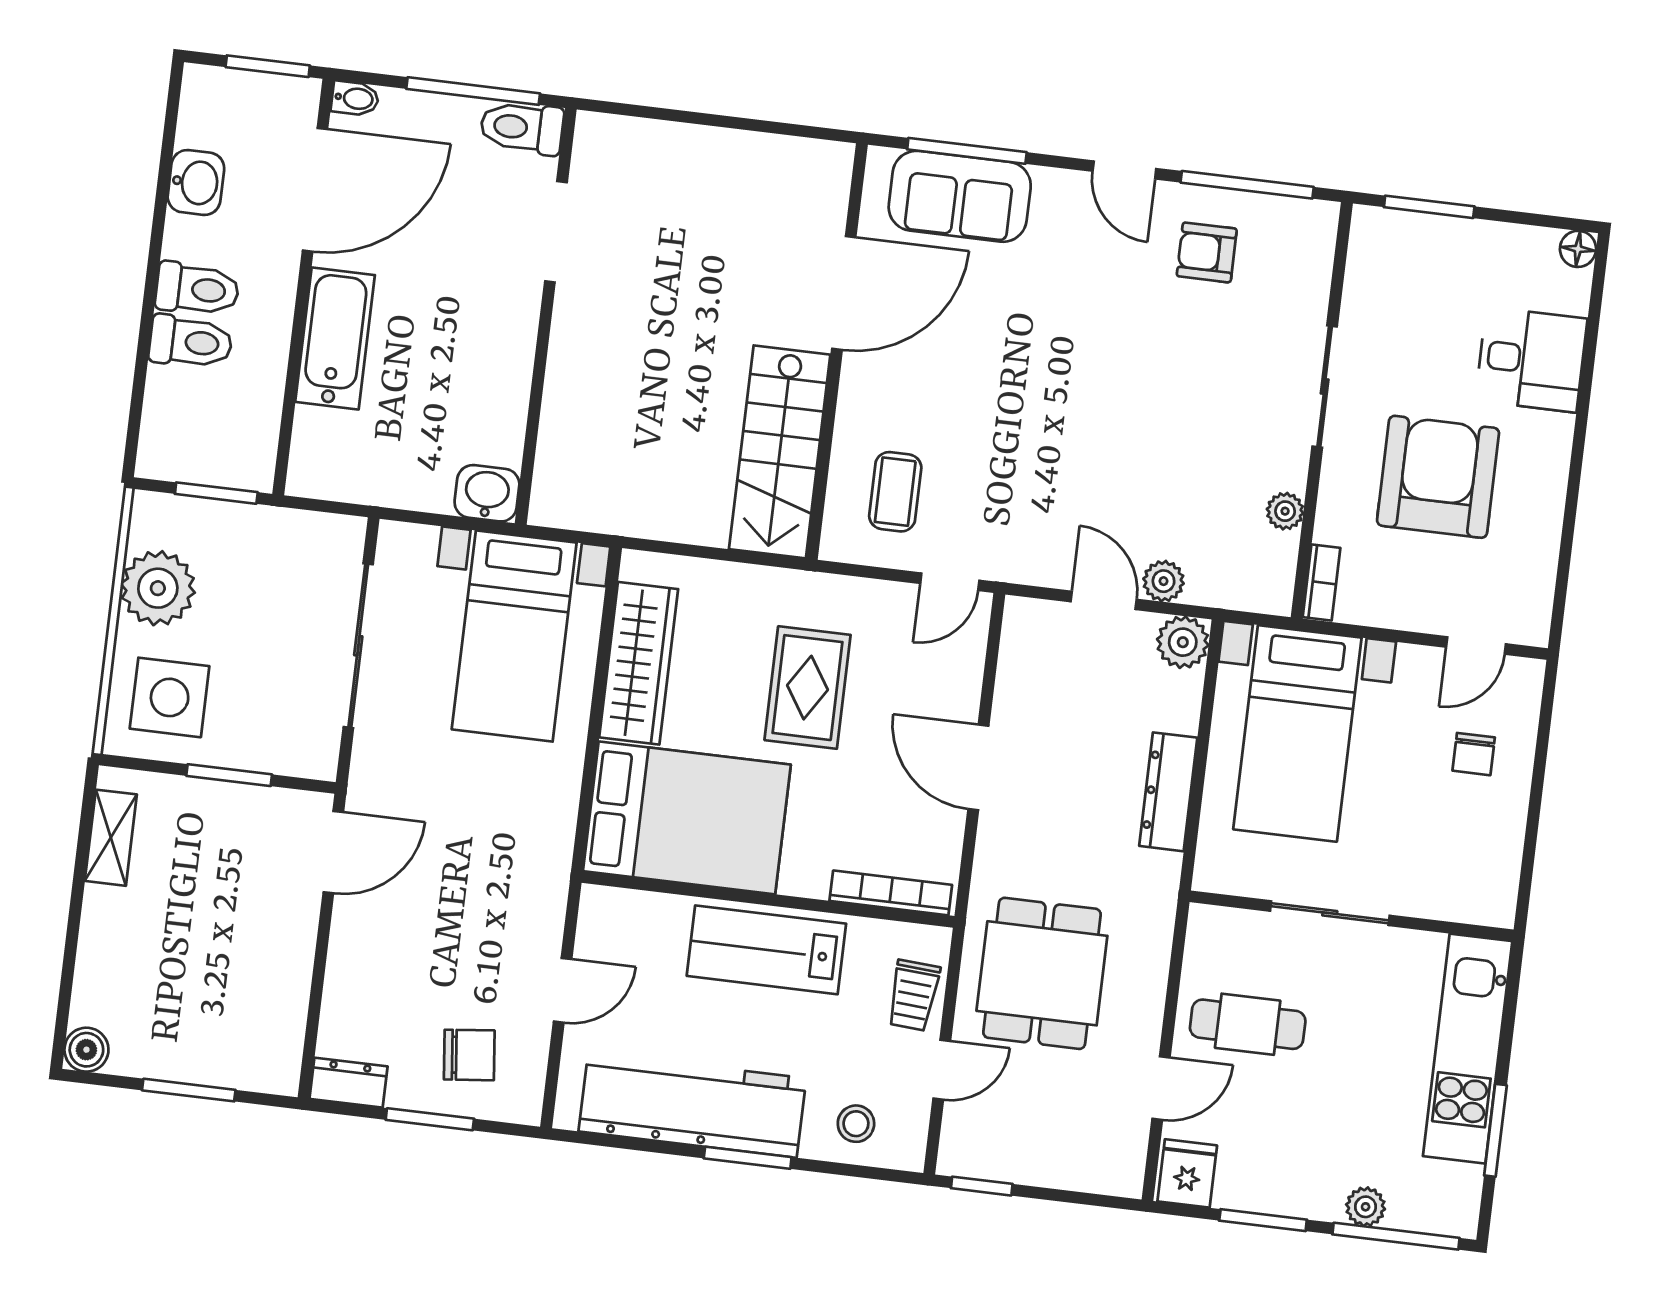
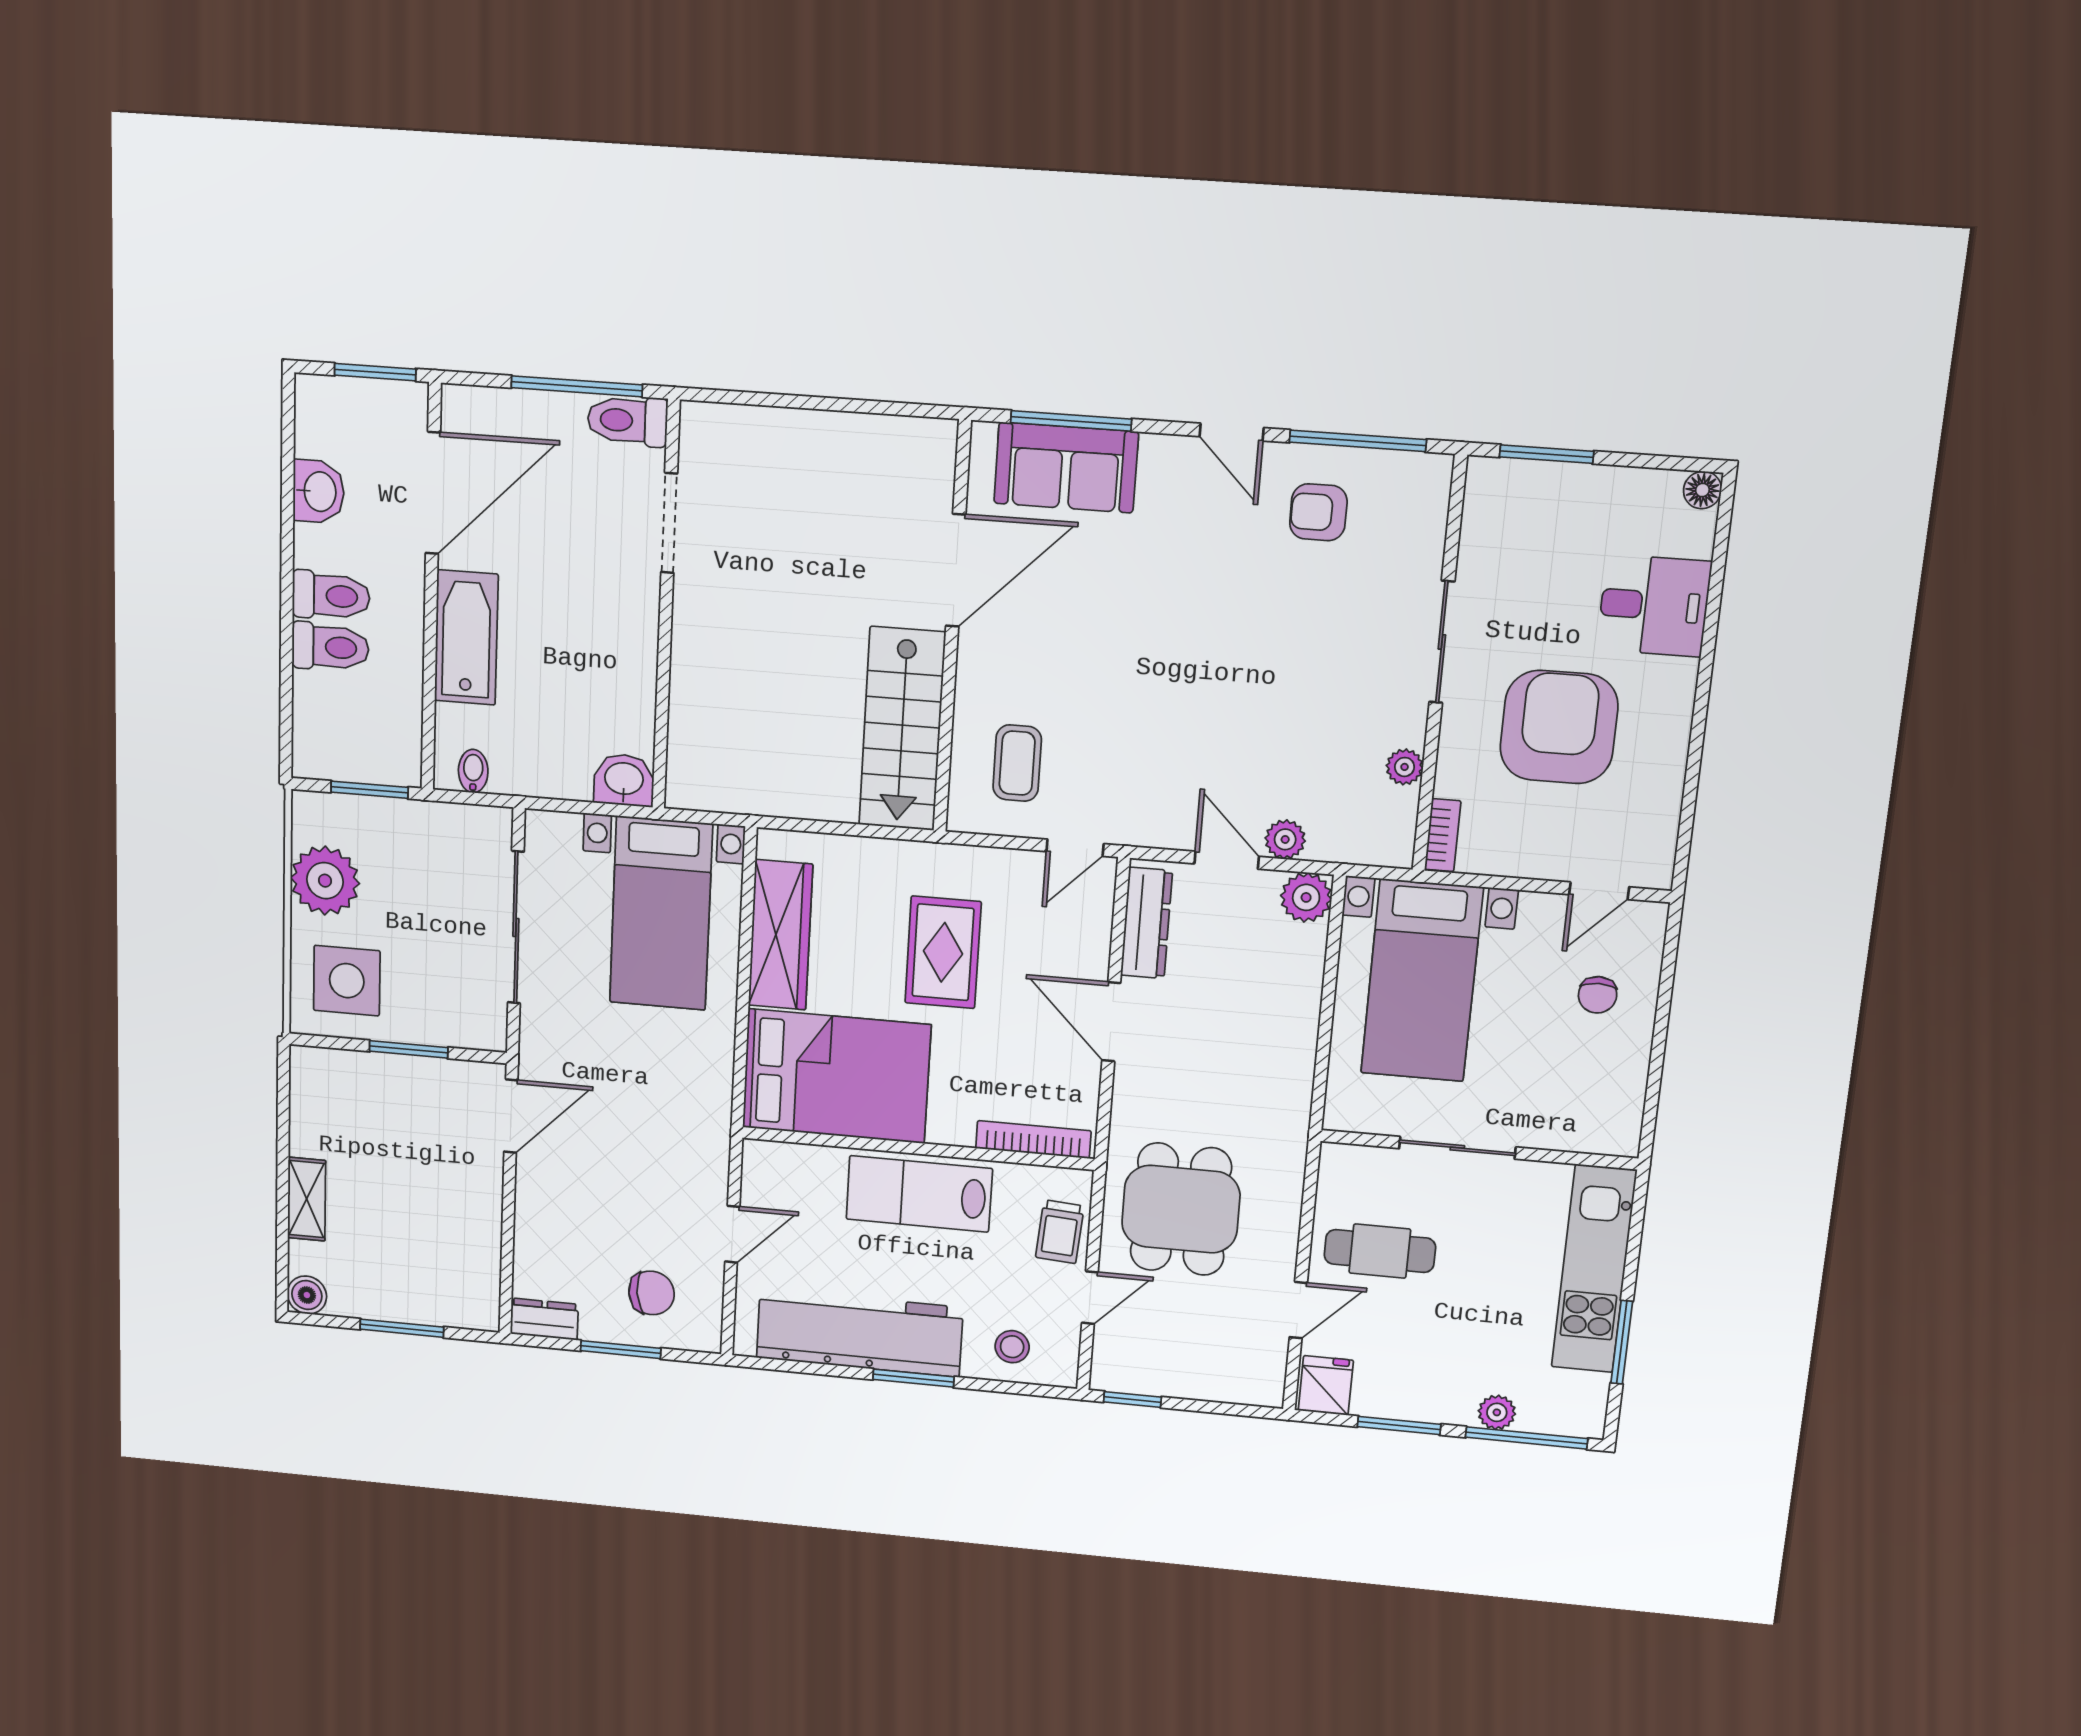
bidet: (355, 98) -> (473, 771), moved, turned -90
dresser: (1168, 792) -> (1147, 923), moved, turned 180
shelving: (111, 838) -> (307, 1199), moved

